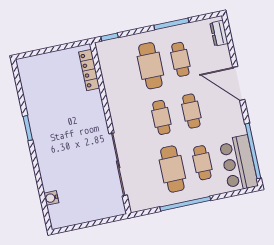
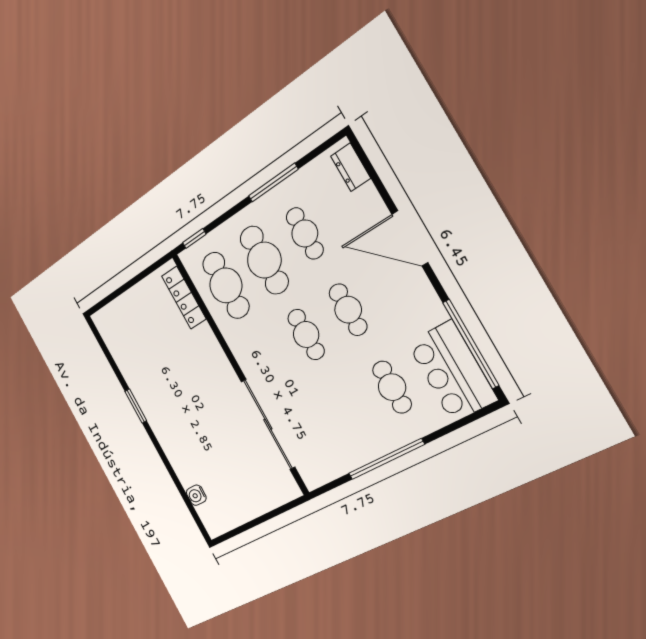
cafe table: (172, 169) -> (226, 285), moved

